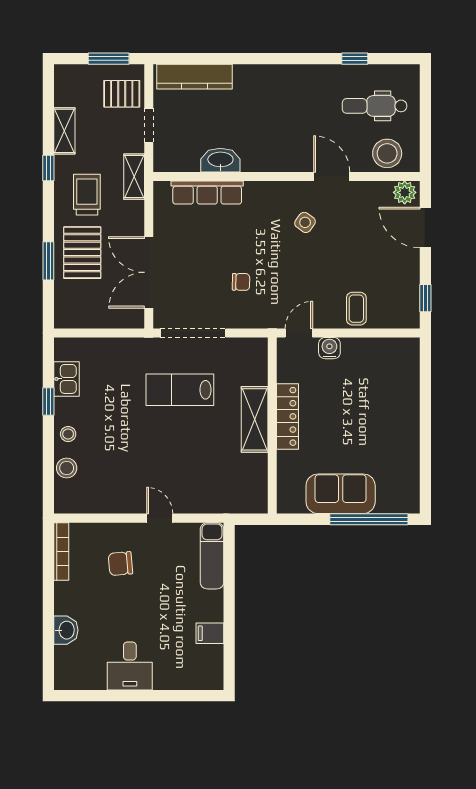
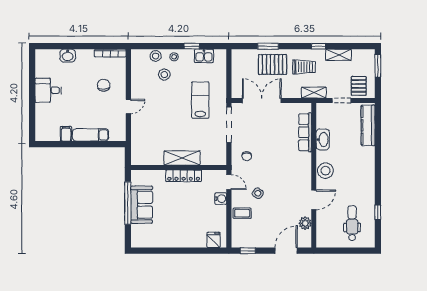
window: (109, 59) -> (378, 66), moved
stool: (387, 153) -> (325, 171), moved
plant: (405, 192) -> (305, 223), moved
side table: (305, 222) -> (258, 193), moved
chair: (241, 282) -> (247, 156), moved
fridge: (405, 361) -> (214, 240), added
lab bench: (180, 390) -> (200, 100), moved
stool: (101, 452) -> (164, 75), added
window: (369, 519) -> (128, 203), moved
exam couch: (212, 556) -> (91, 135), moved

